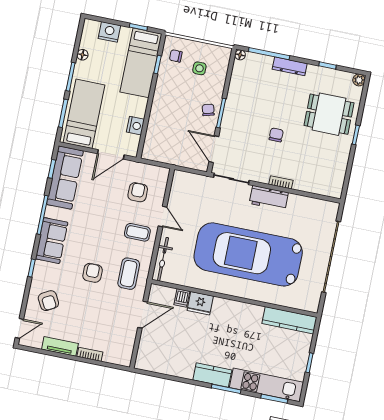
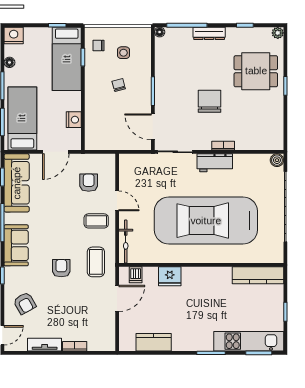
nightstand: (109, 32) -> (14, 35), moved
chair: (208, 110) -> (119, 85), moved
chair: (276, 135) -> (209, 101), width x1.87, depth x1.87
boiler: (332, 208) -> (277, 160), added
dishwasher: (182, 298) -> (136, 275), moved
kitchen counter: (212, 375) -> (154, 342), moved

